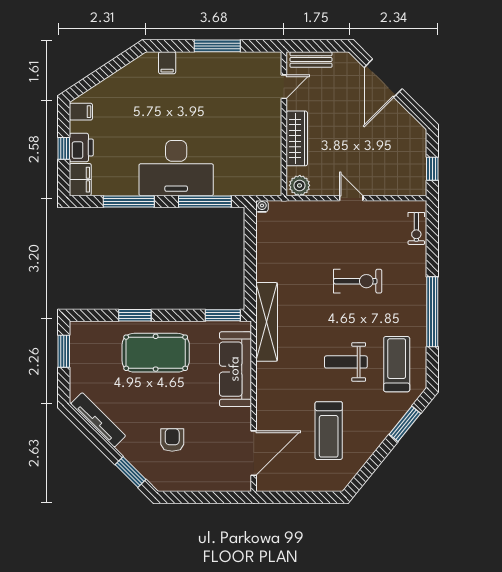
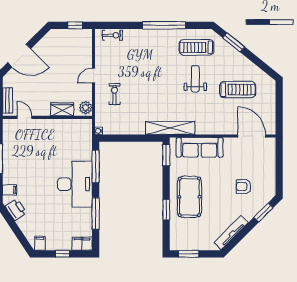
wardrobe: (297, 138) -> (62, 109), width x0.67
printer: (81, 147) -> (16, 210), moved, turned 57
exercise bike: (358, 281) -> (115, 94), moved, width x0.73, depth x0.72
weight bench: (346, 362) -> (195, 79), turned 180

